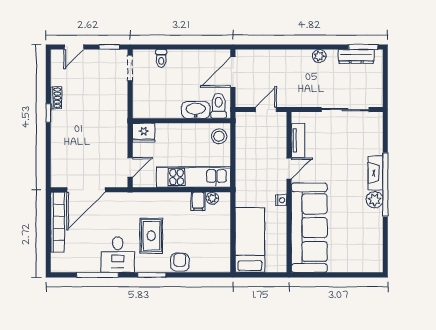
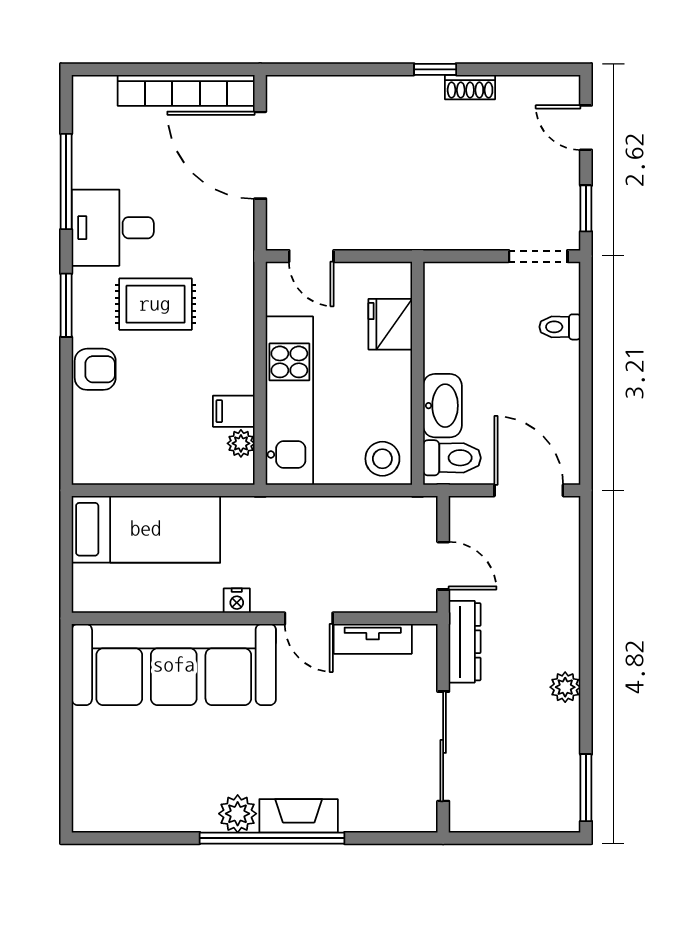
dresser: (356, 56) -> (465, 642), moved, turned 180
fridge: (144, 133) -> (390, 324), moved

